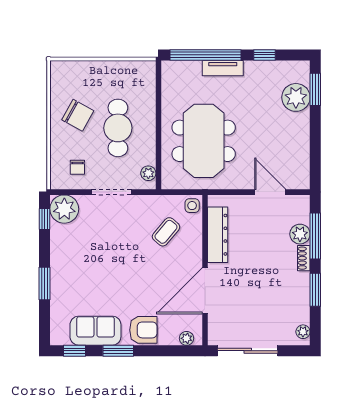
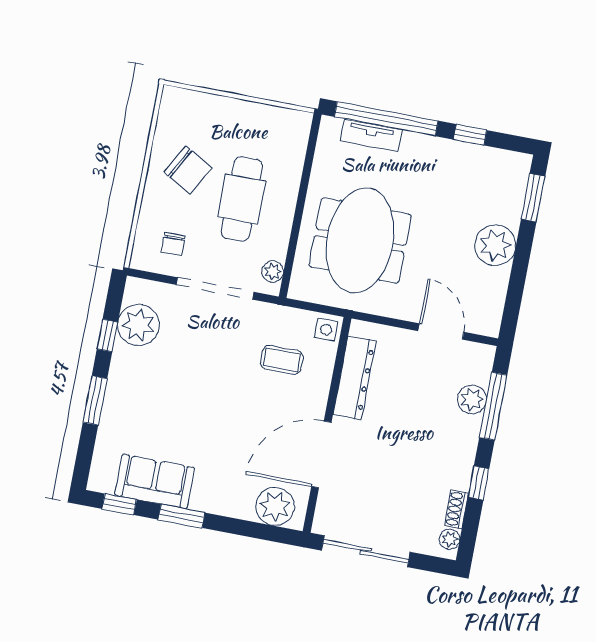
tv unit: (223, 68) -> (371, 135), moved
plant: (296, 97) -> (495, 245), moved
doorway: (112, 192) -> (215, 288), width x1.36
plant: (64, 209) -> (138, 325), moved
window: (45, 219) -> (107, 335), moved
coffee table: (166, 232) -> (282, 360), turned 50
shoe rack: (304, 258) -> (457, 509), moved
window: (315, 290) -> (479, 483), width x0.67
armchair: (143, 330) -> (223, 493), removed
plant: (187, 338) -> (275, 506), width x1.87, depth x1.87

